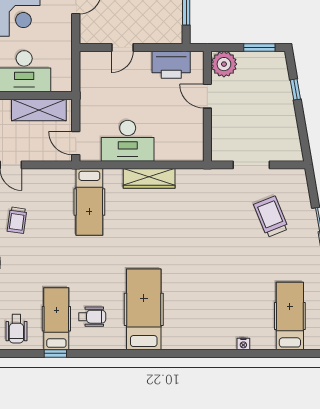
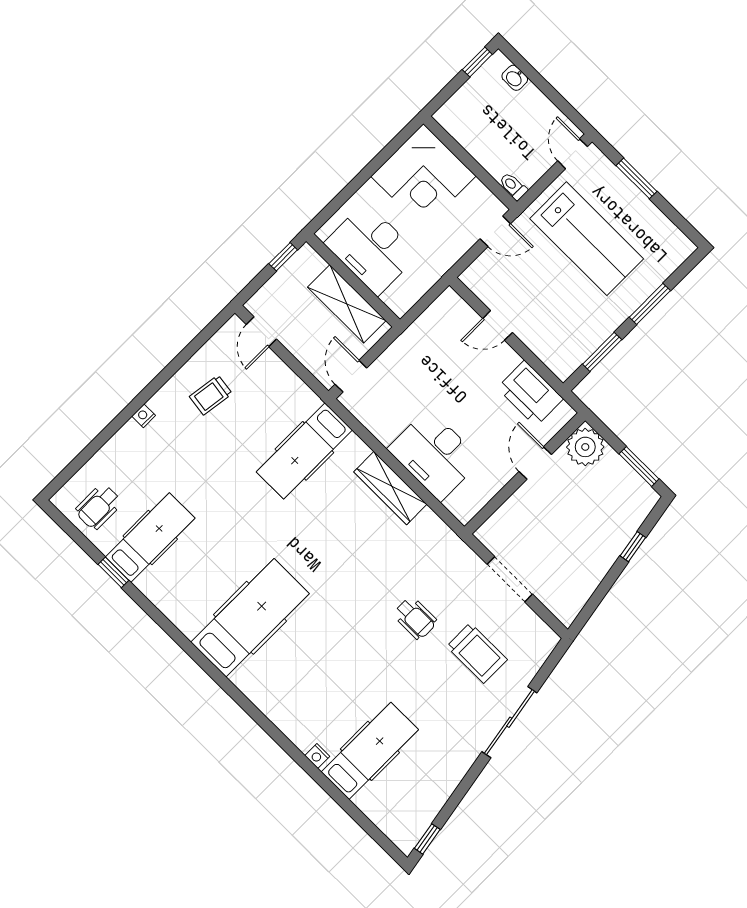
desk: (128, 141) -> (434, 455), moved
trolley: (271, 217) -> (477, 653), turned 112
hospital bed: (290, 316) -> (370, 751), moved
wheelchair: (92, 317) -> (415, 618), moved

